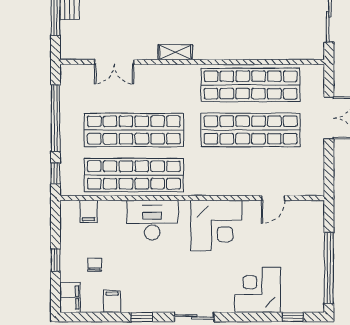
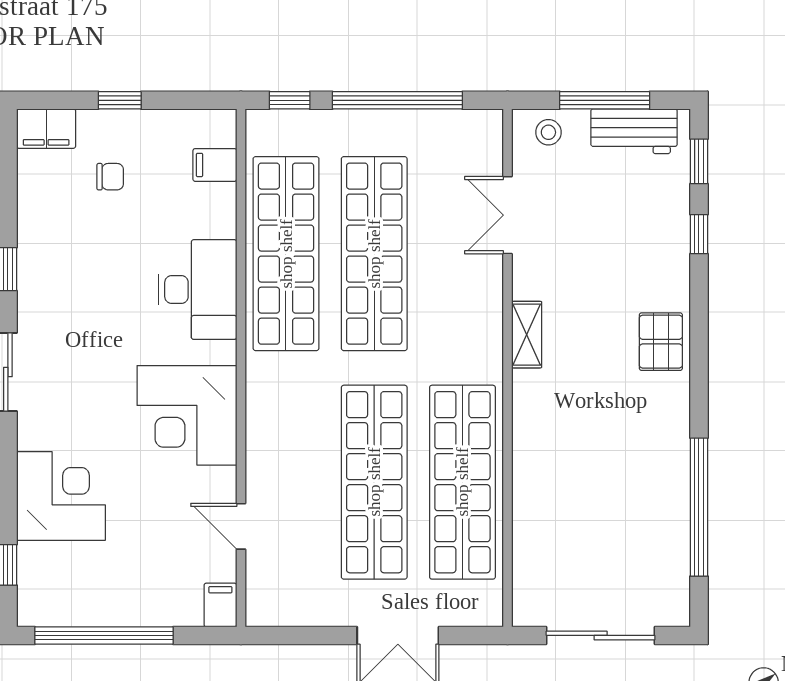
stool: (72, 41) -> (548, 132), added
filing cabinet: (112, 301) -> (220, 605), moved, turned -90

